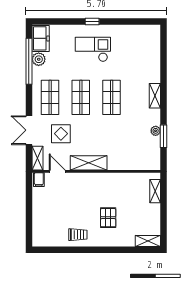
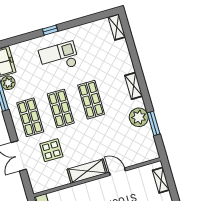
plant: (156, 131) -> (139, 117), width x1.88, depth x1.88
shelving: (37, 158) -> (117, 27), moved
door: (57, 171) -> (117, 172), moved

